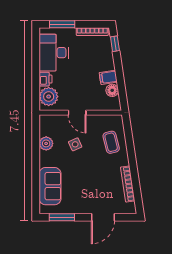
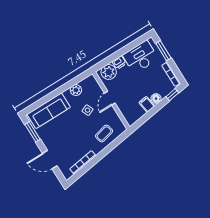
floor lamp: (112, 90) -> (156, 99), moved
sofa: (50, 186) -> (49, 111), width x1.36

